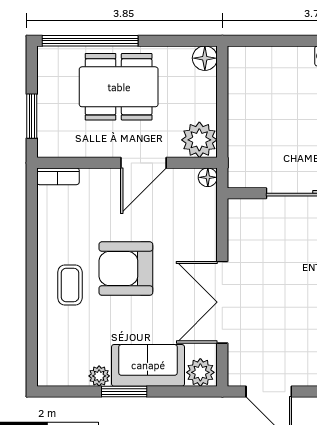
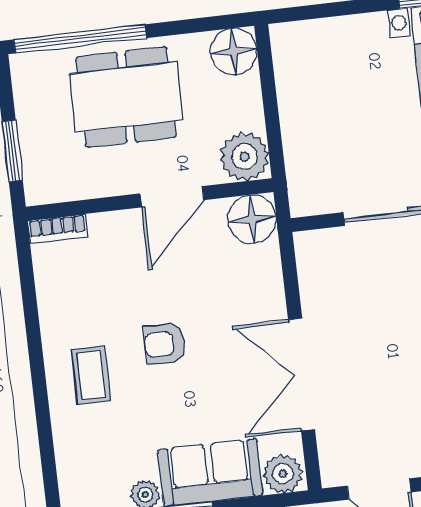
floor lamp: (205, 58) -> (234, 52), width x1.38, depth x1.38
floor lamp: (208, 177) -> (252, 219), width x1.89, depth x1.89
armchair: (126, 269) -> (165, 344), width x0.53, depth x0.53

